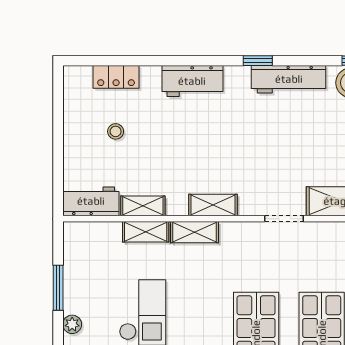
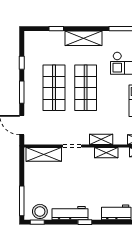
shelving: (194, 232) -> (101, 139), moved

